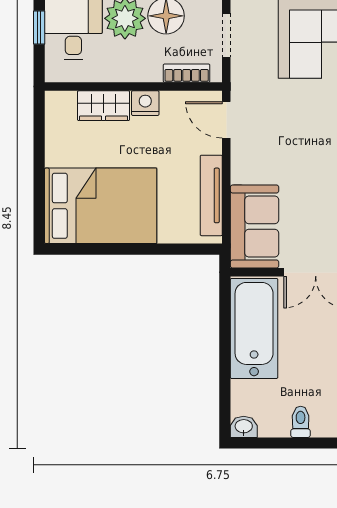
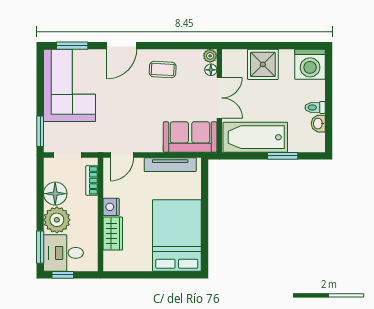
window: (225, 371) -> (283, 156), added
washbasin: (244, 427) -> (318, 124), moved

